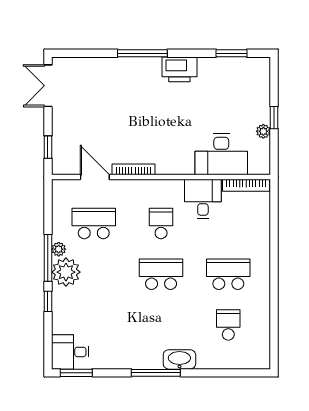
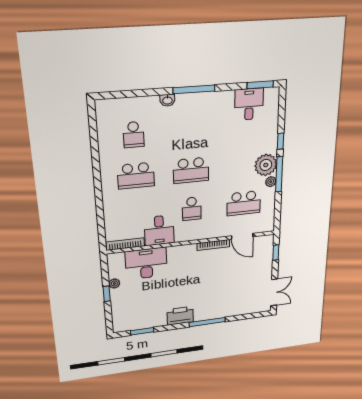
desk: (70, 352) -> (249, 104), moved, turned -90
washbasin: (179, 359) -> (167, 100), width x0.52, depth x0.69

